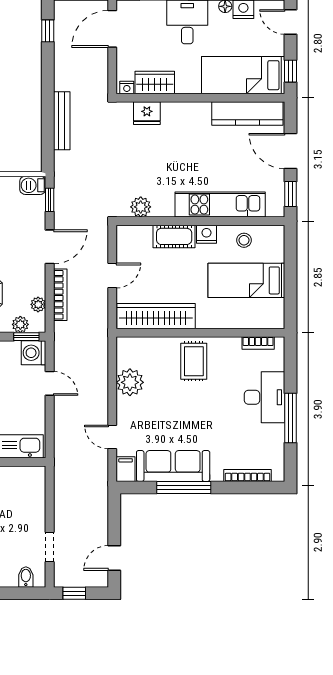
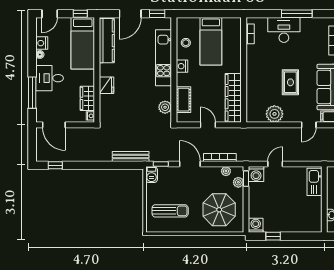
fridge: (147, 113) -> (107, 85), moved
bench: (62, 121) -> (131, 157), moved
cot: (174, 236) -> (183, 100), moved
rug: (194, 361) -> (290, 82), moved, turned 90

